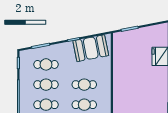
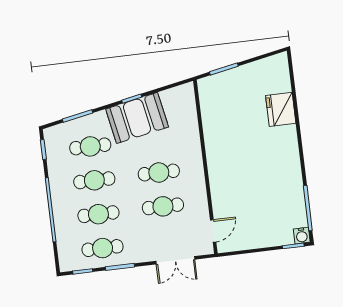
booth: (91, 48) -> (137, 118), moved

